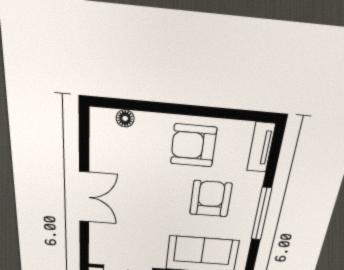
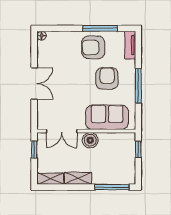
window: (211, 112) -> (100, 28), added
floor lamp: (125, 118) -> (42, 36), moved

